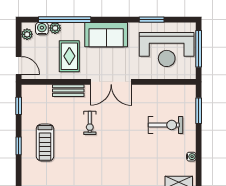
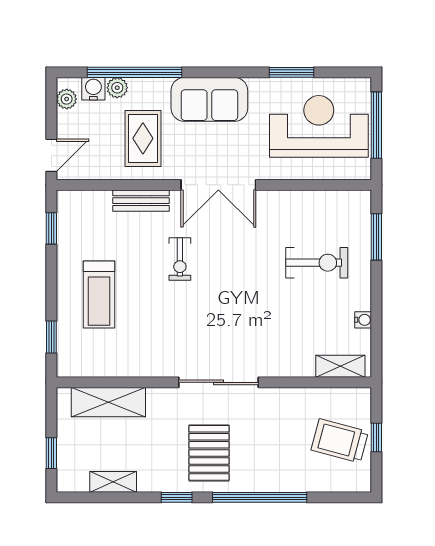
reception desk: (167, 50) -> (319, 126), turned 180
door: (19, 66) -> (51, 155), hinge flipped
window: (19, 146) -> (51, 337), moved

